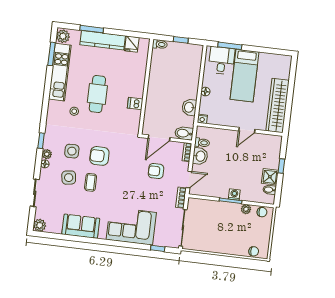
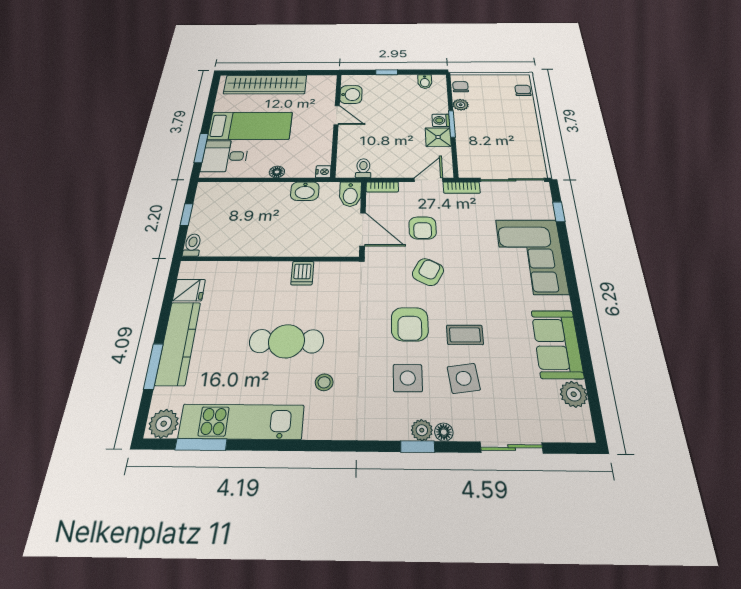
wardrobe: (278, 106) -> (265, 85), moved
window: (41, 141) -> (418, 447), moved
washbasin: (200, 156) -> (351, 95), moved, turned 90
armchair: (128, 170) -> (428, 272), added
shower: (270, 177) -> (438, 137), moved
door: (189, 180) -> (429, 180), hinge flipped
plant: (40, 225) -> (574, 394), moved

